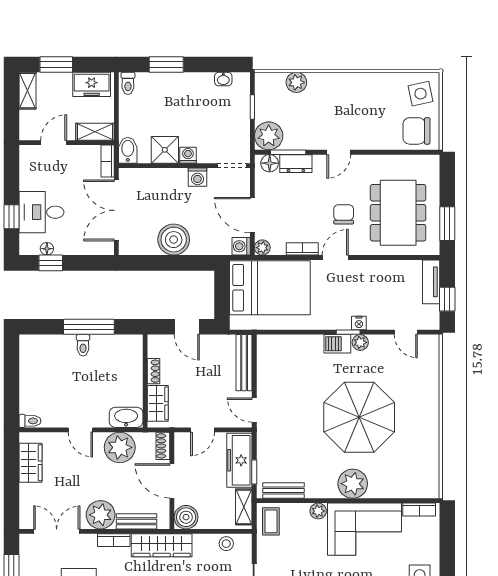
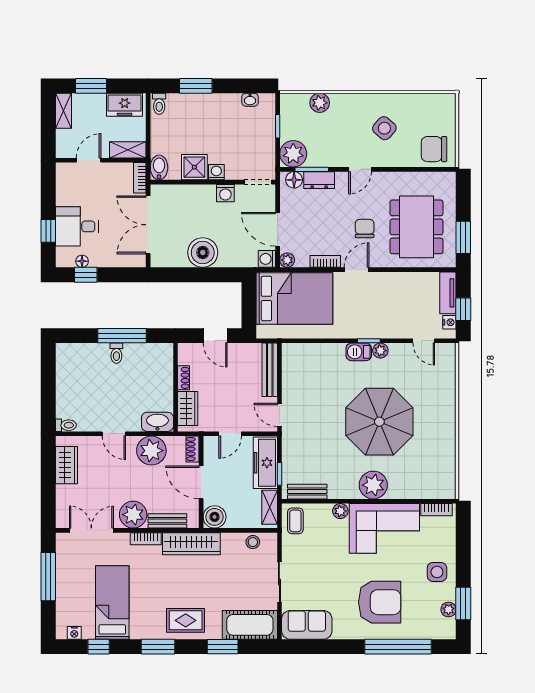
side table: (421, 94) -> (384, 128), moved, turned -37
nightstand: (359, 323) -> (449, 322), moved, turned -90

